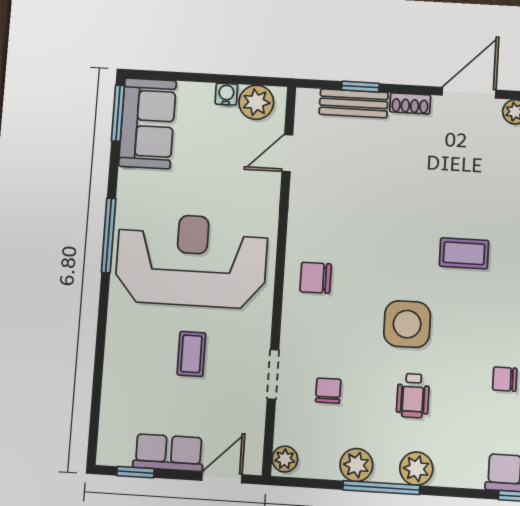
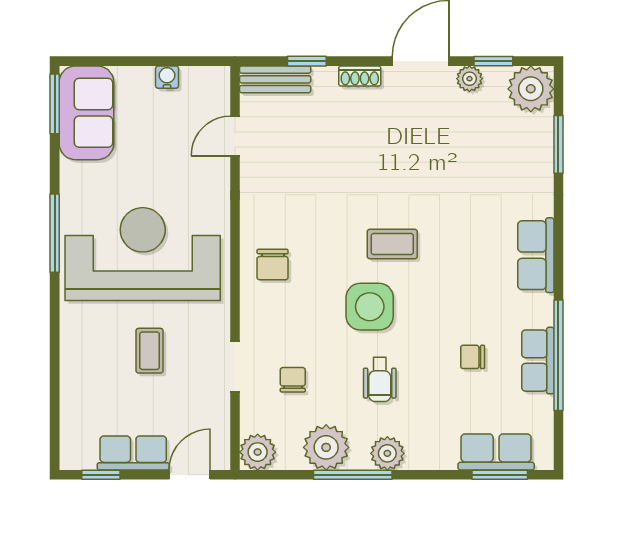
plant: (256, 102) -> (199, 84), removed
bench: (354, 103) -> (275, 79), moved
coffee table: (464, 253) -> (392, 244), moved
chair: (316, 278) -> (273, 264), turned -90
plant: (285, 459) -> (258, 452), width x1.38, depth x1.38
plant: (356, 465) -> (326, 447), width x1.36, depth x1.36

